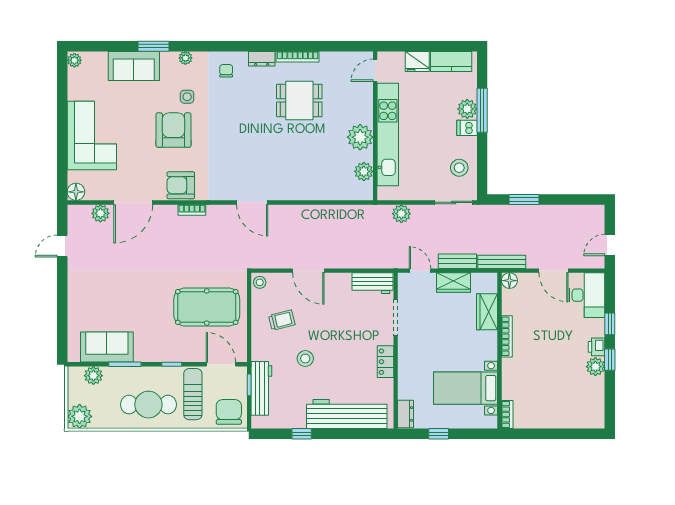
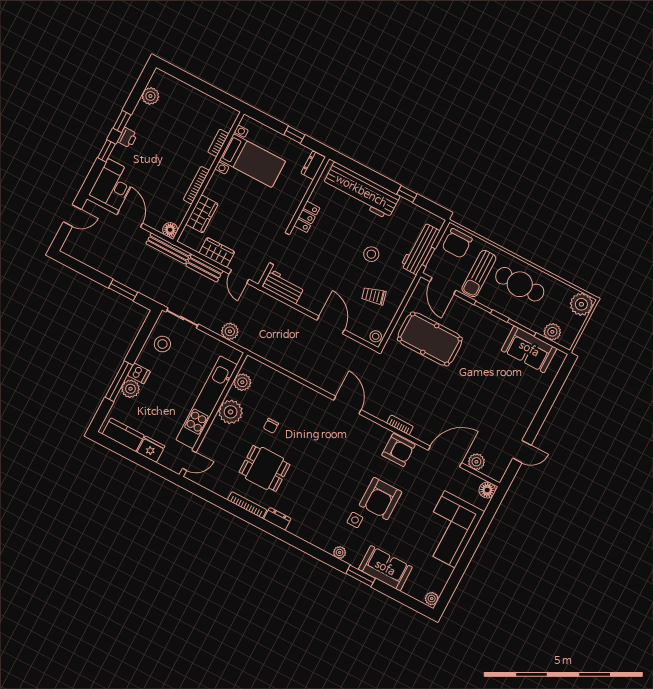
chair: (226, 71) -> (271, 426), moved
plant: (595, 367) -> (150, 96), moved
bookcase: (507, 414) -> (218, 143), moved

